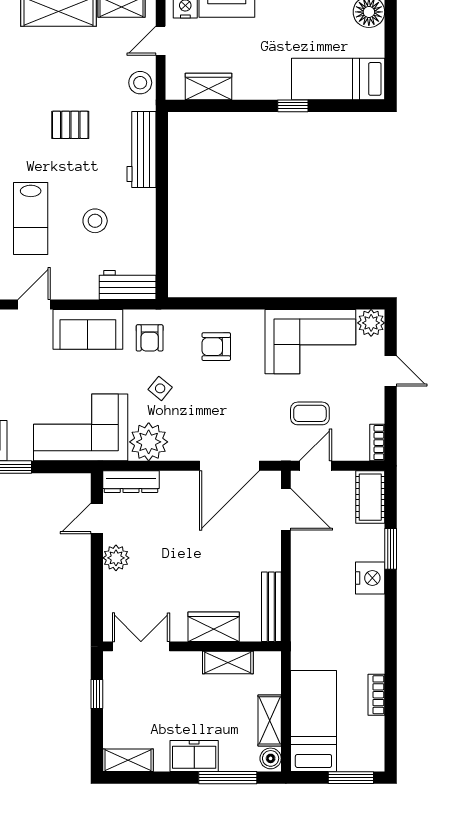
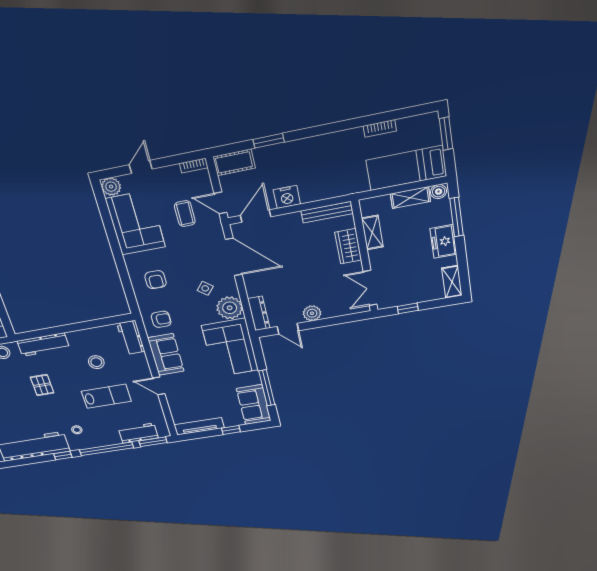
side table: (160, 388) -> (205, 288), moved
nightstand: (370, 578) -> (287, 197), moved, turned 180

